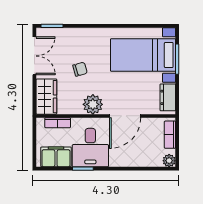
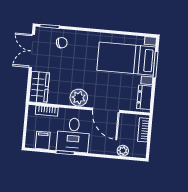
double door: (34, 56) -> (32, 51), swing flipped
chair: (80, 69) -> (62, 43), moved
door: (125, 116) -> (106, 110), hinge flipped
filing cabinet: (56, 157) -> (43, 140), width x0.50
plant: (169, 161) -> (123, 151), moved

